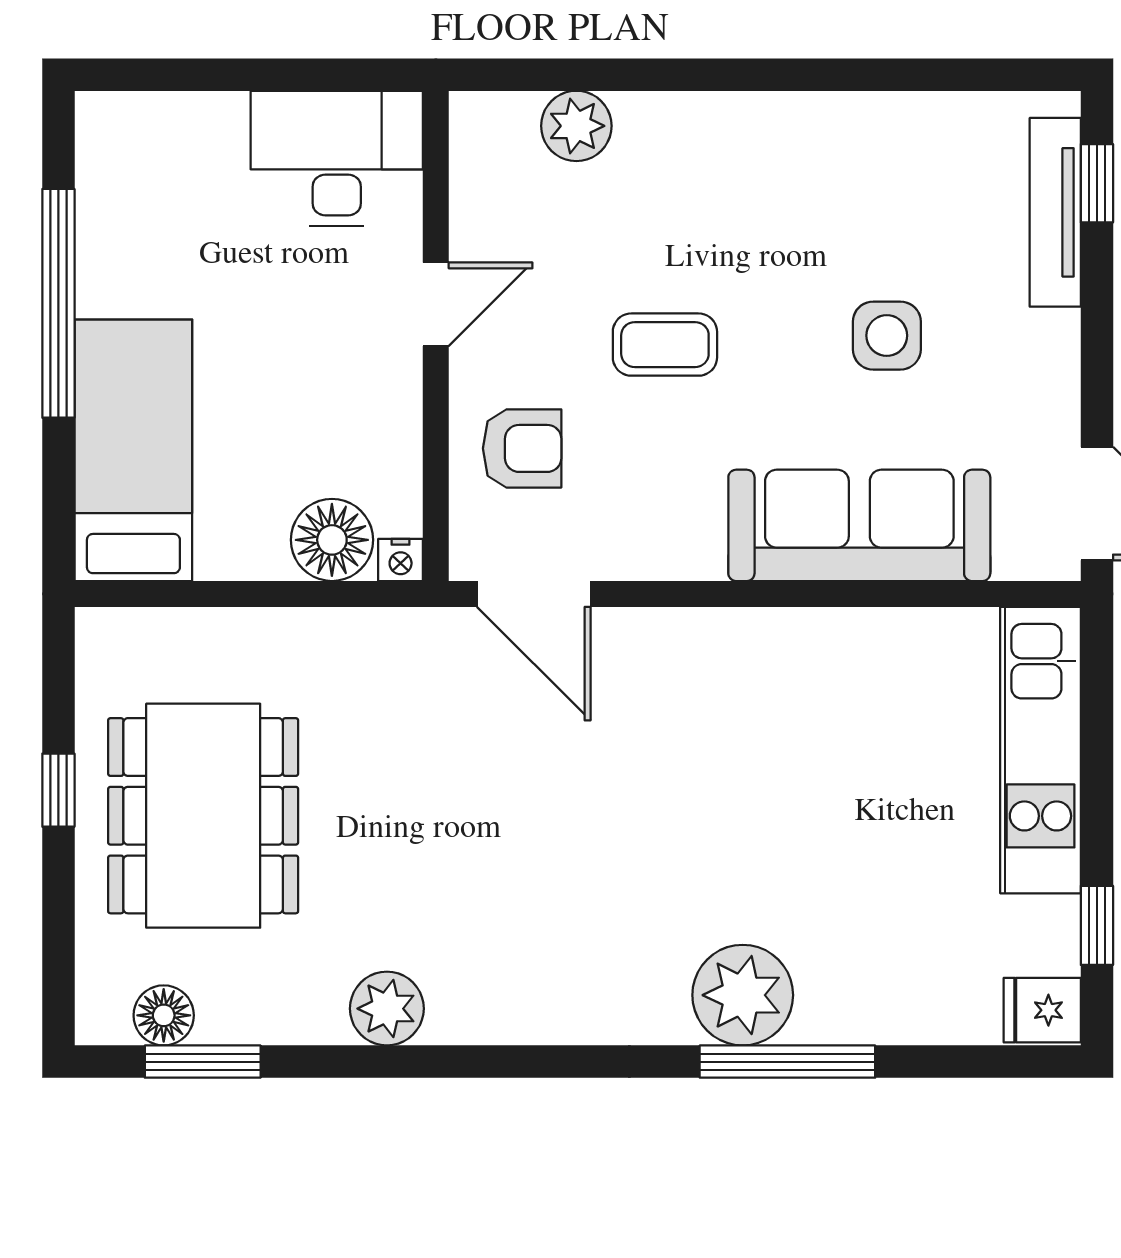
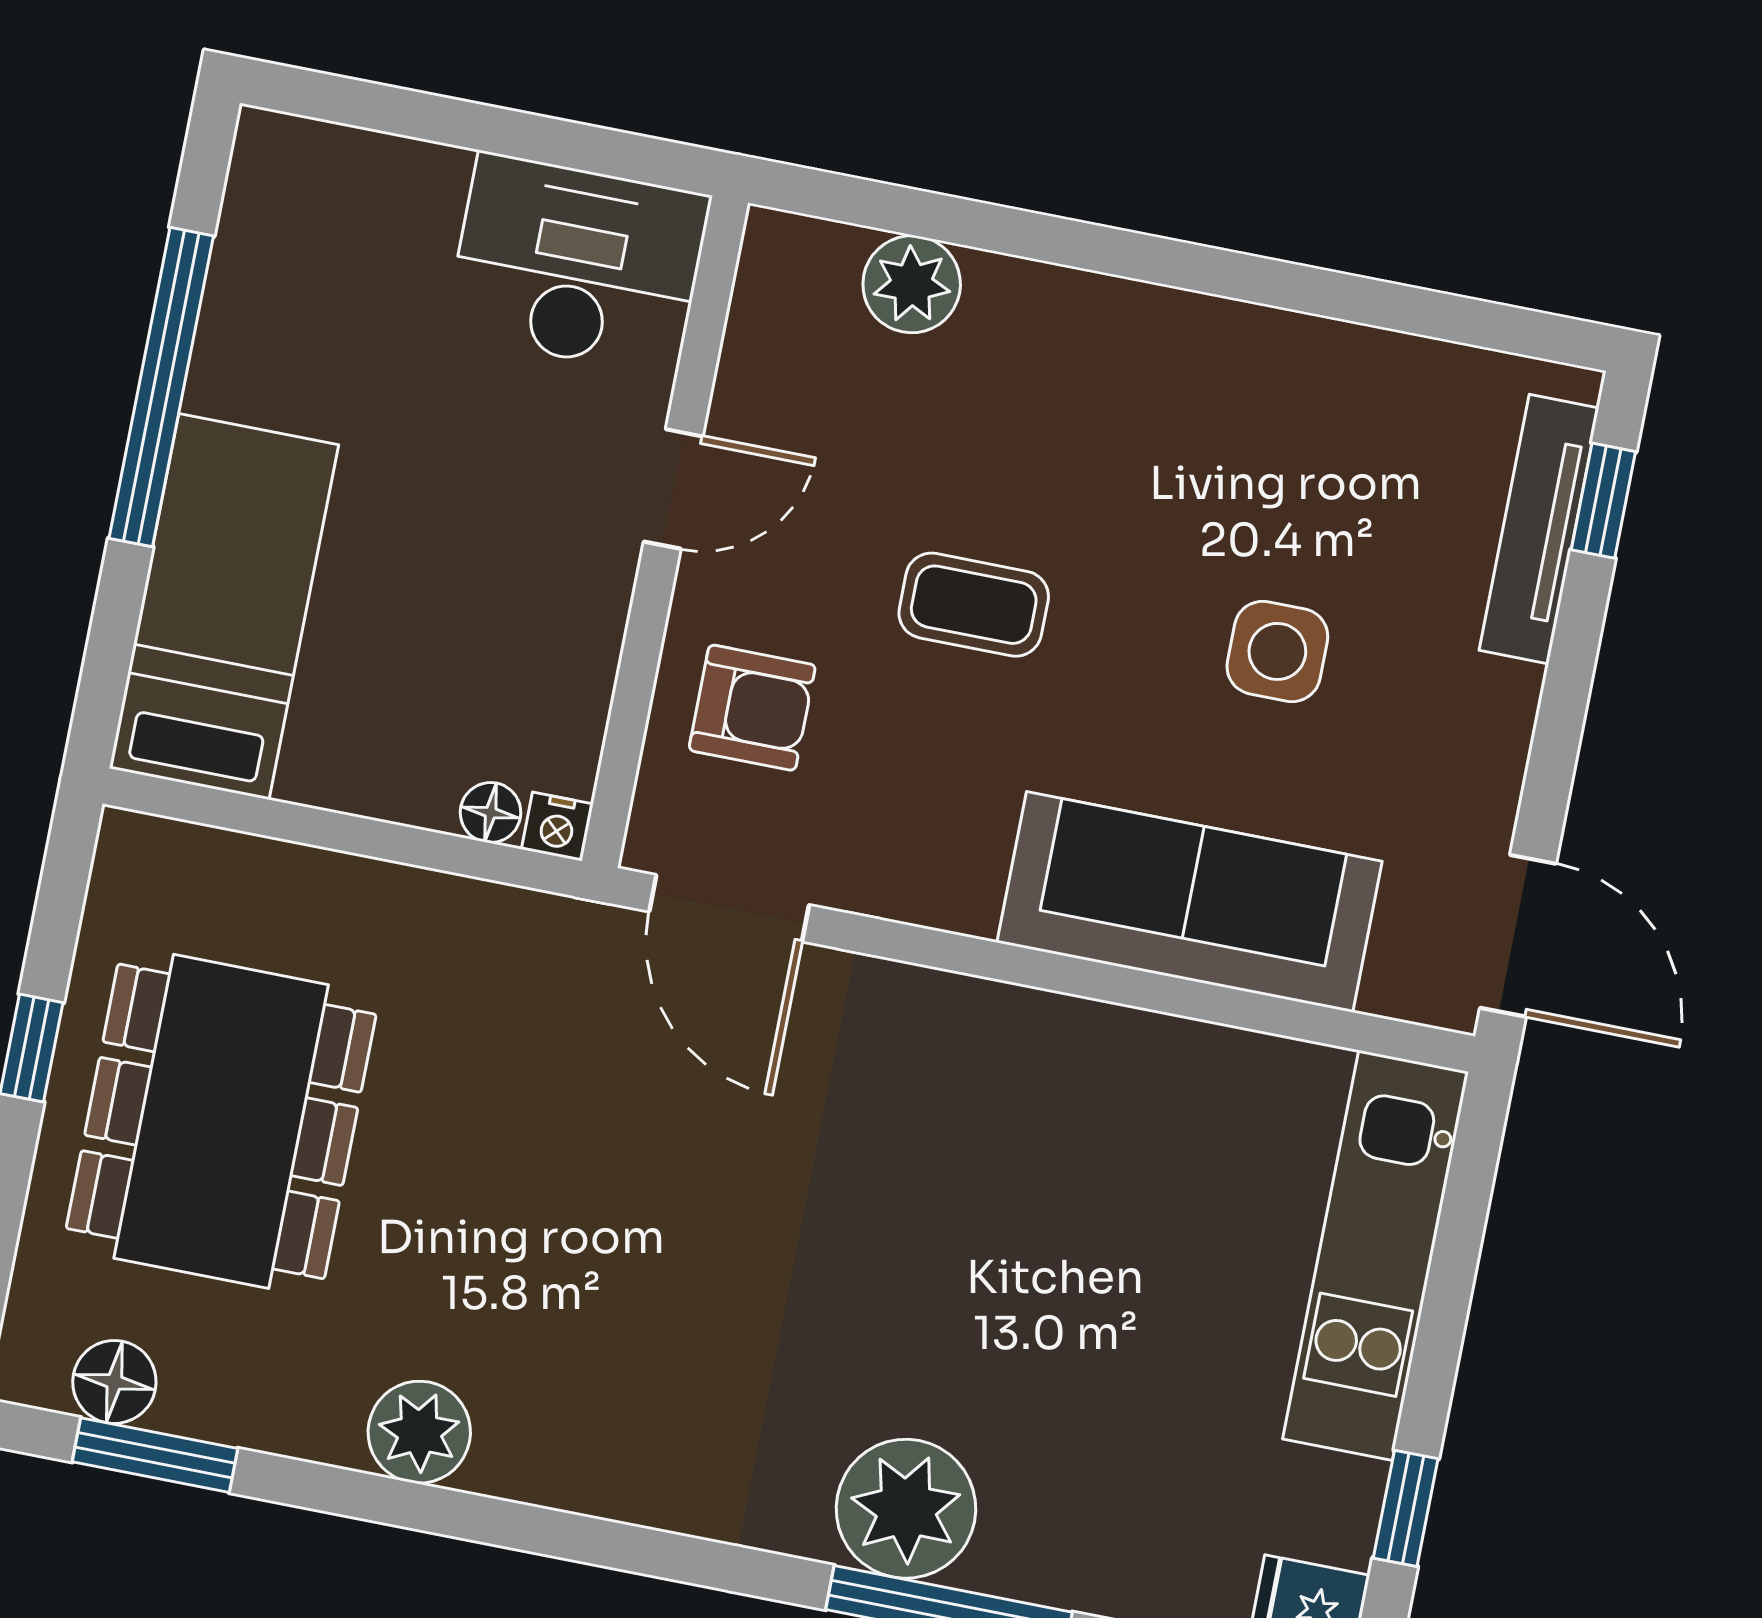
floor lamp: (332, 540) -> (491, 813), width x0.53, depth x0.53

